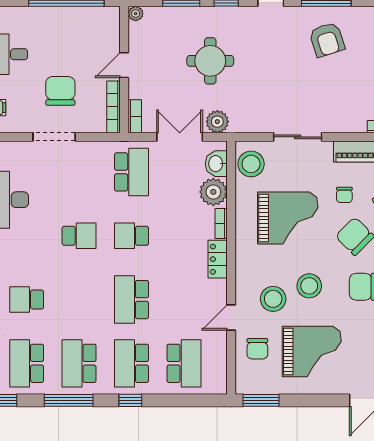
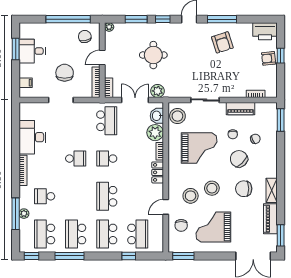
chair: (95, 30) -> (85, 36), added
grand piano: (312, 351) -> (213, 227), turned 180
window: (130, 400) -> (129, 256), moved

